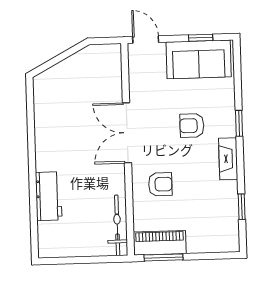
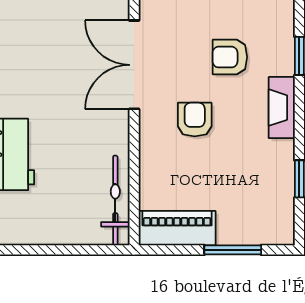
armchair: (160, 184) -> (195, 120), moved, turned -90
window: (163, 257) -> (233, 250), moved

